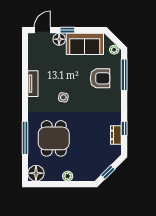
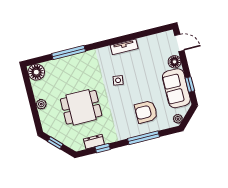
window: (67, 30) -> (190, 84), moved
window: (124, 75) -> (144, 138), moved
armchair: (100, 78) -> (146, 112), turned 90
dining table: (54, 138) -> (81, 107), moved

